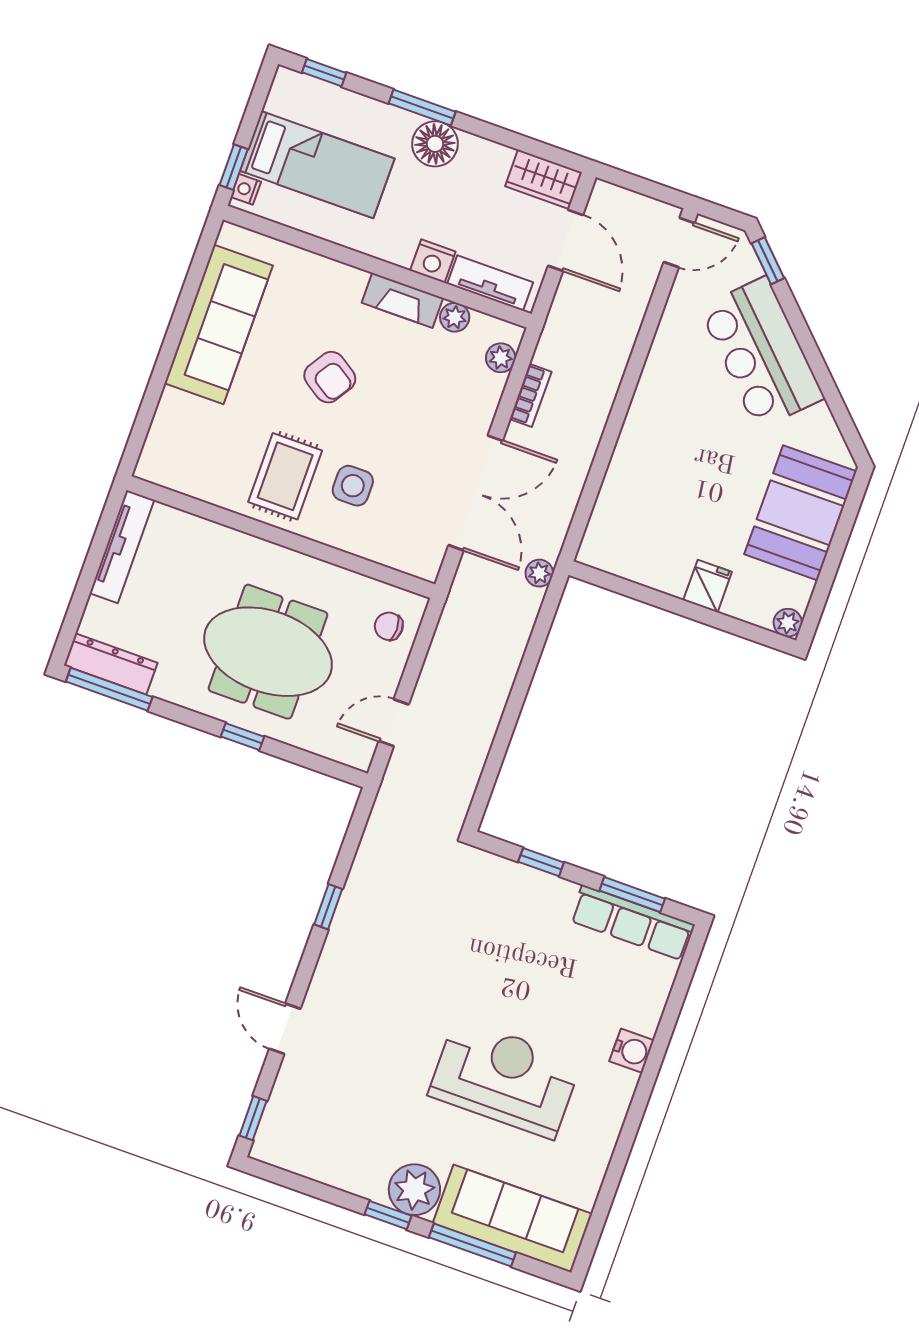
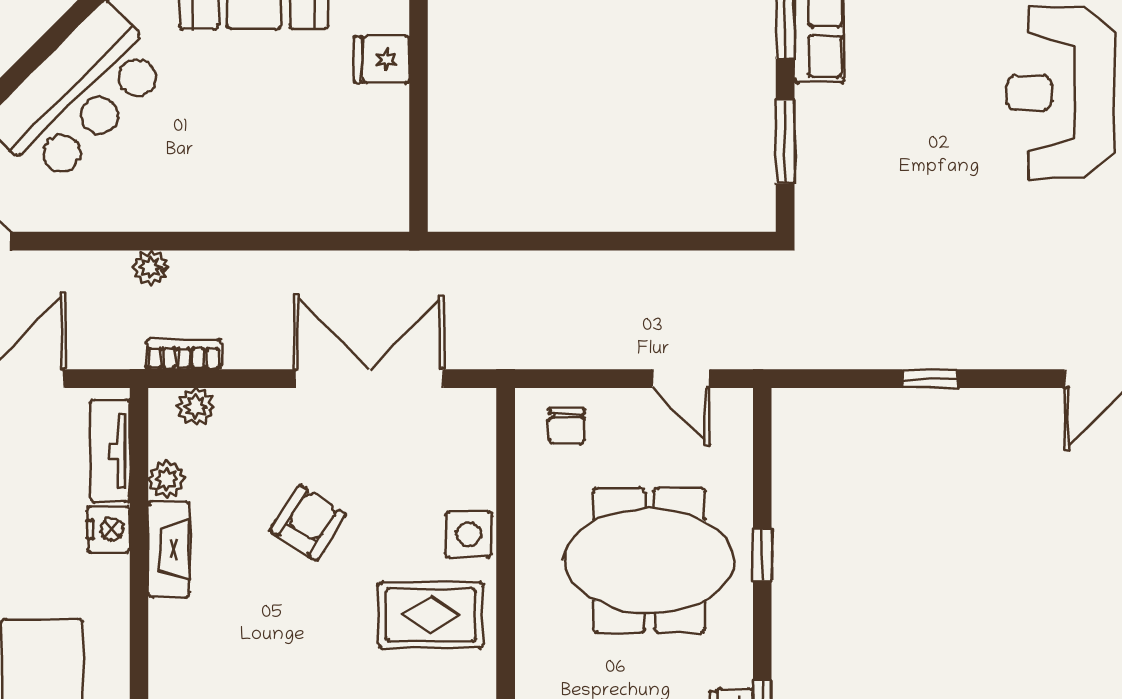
armchair: (330, 377) -> (308, 522), moved
bookcase: (531, 395) -> (184, 354), moved
side table: (353, 486) -> (468, 535), moved
plant: (539, 573) -> (151, 268), moved
meeting table: (268, 652) -> (649, 560), turned 90
window: (541, 862) -> (785, 142), width x1.50

